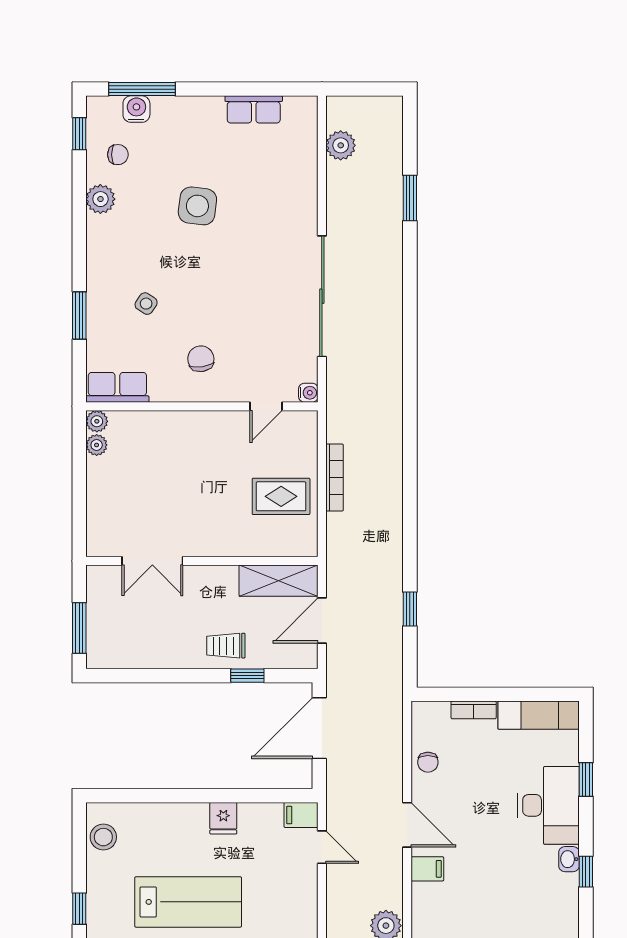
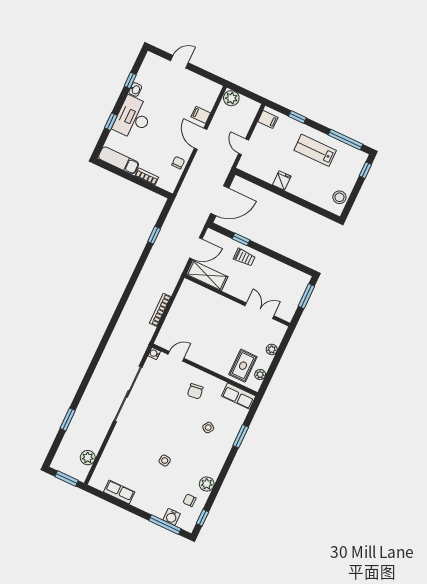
window: (361, 89) -> (67, 479), added
side table: (197, 206) -> (165, 461), width x0.54, depth x0.54
plant: (97, 421) -> (272, 349), moved
rug: (281, 496) -> (243, 366), moved, turned 90
filing cabinet: (301, 815) -> (268, 119), moved
lab bench: (188, 902) -> (315, 150), width x0.73, depth x0.72

